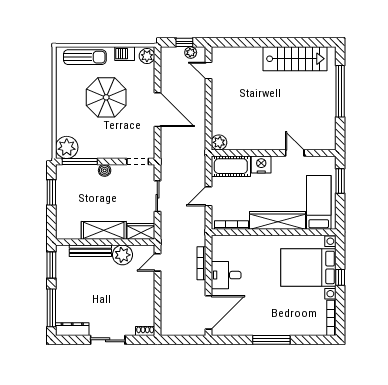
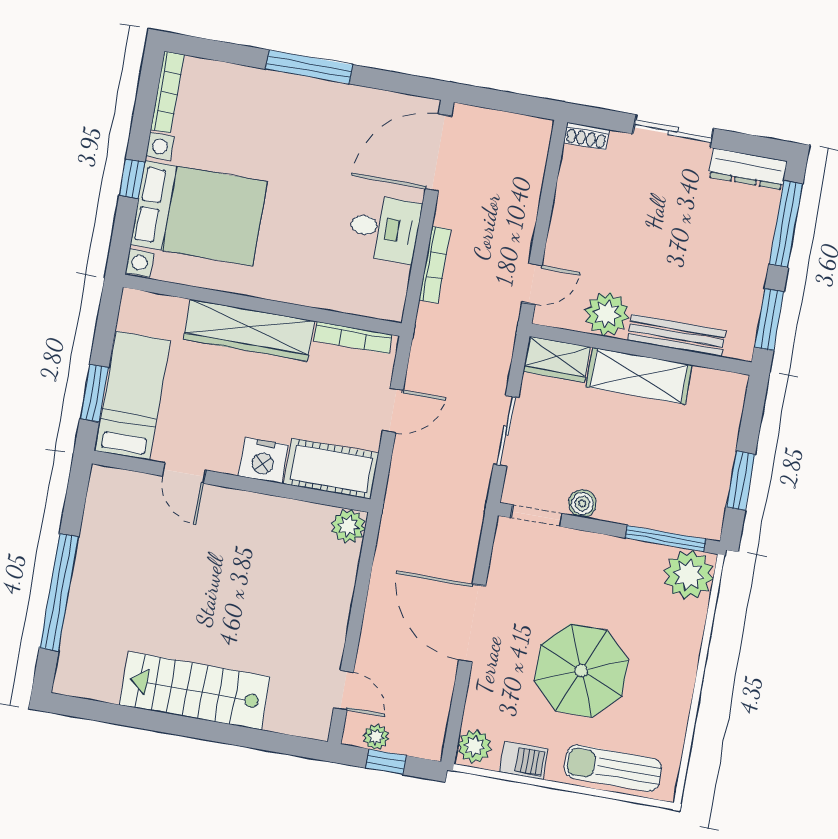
stairs: (295, 59) -> (195, 691), moved
boiler: (105, 170) -> (582, 503), moved
bed: (319, 202) -> (133, 396), moved, turned 180

